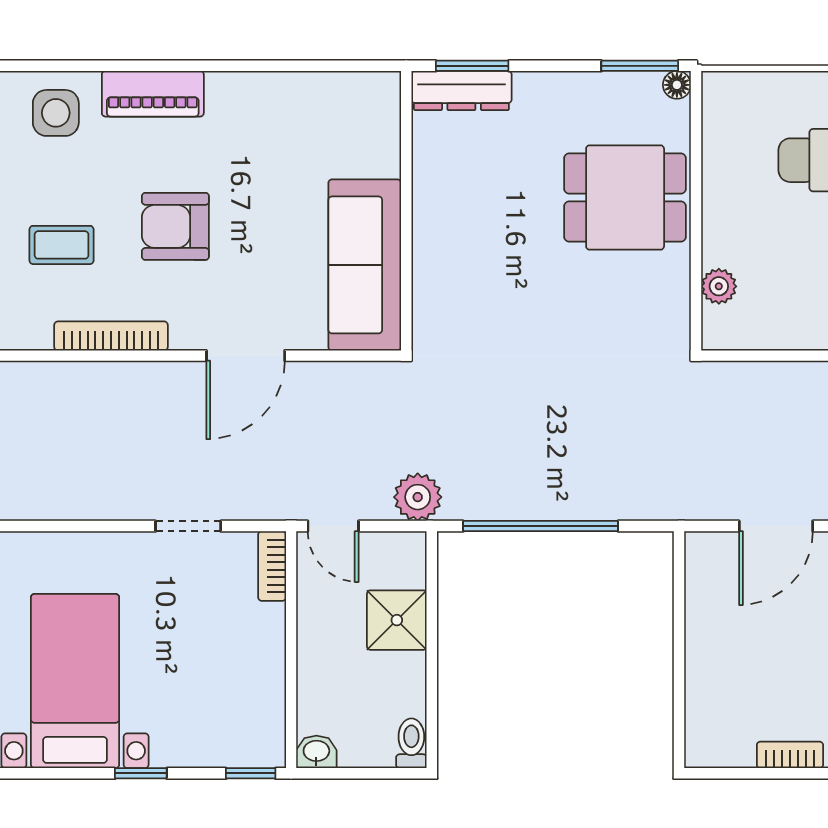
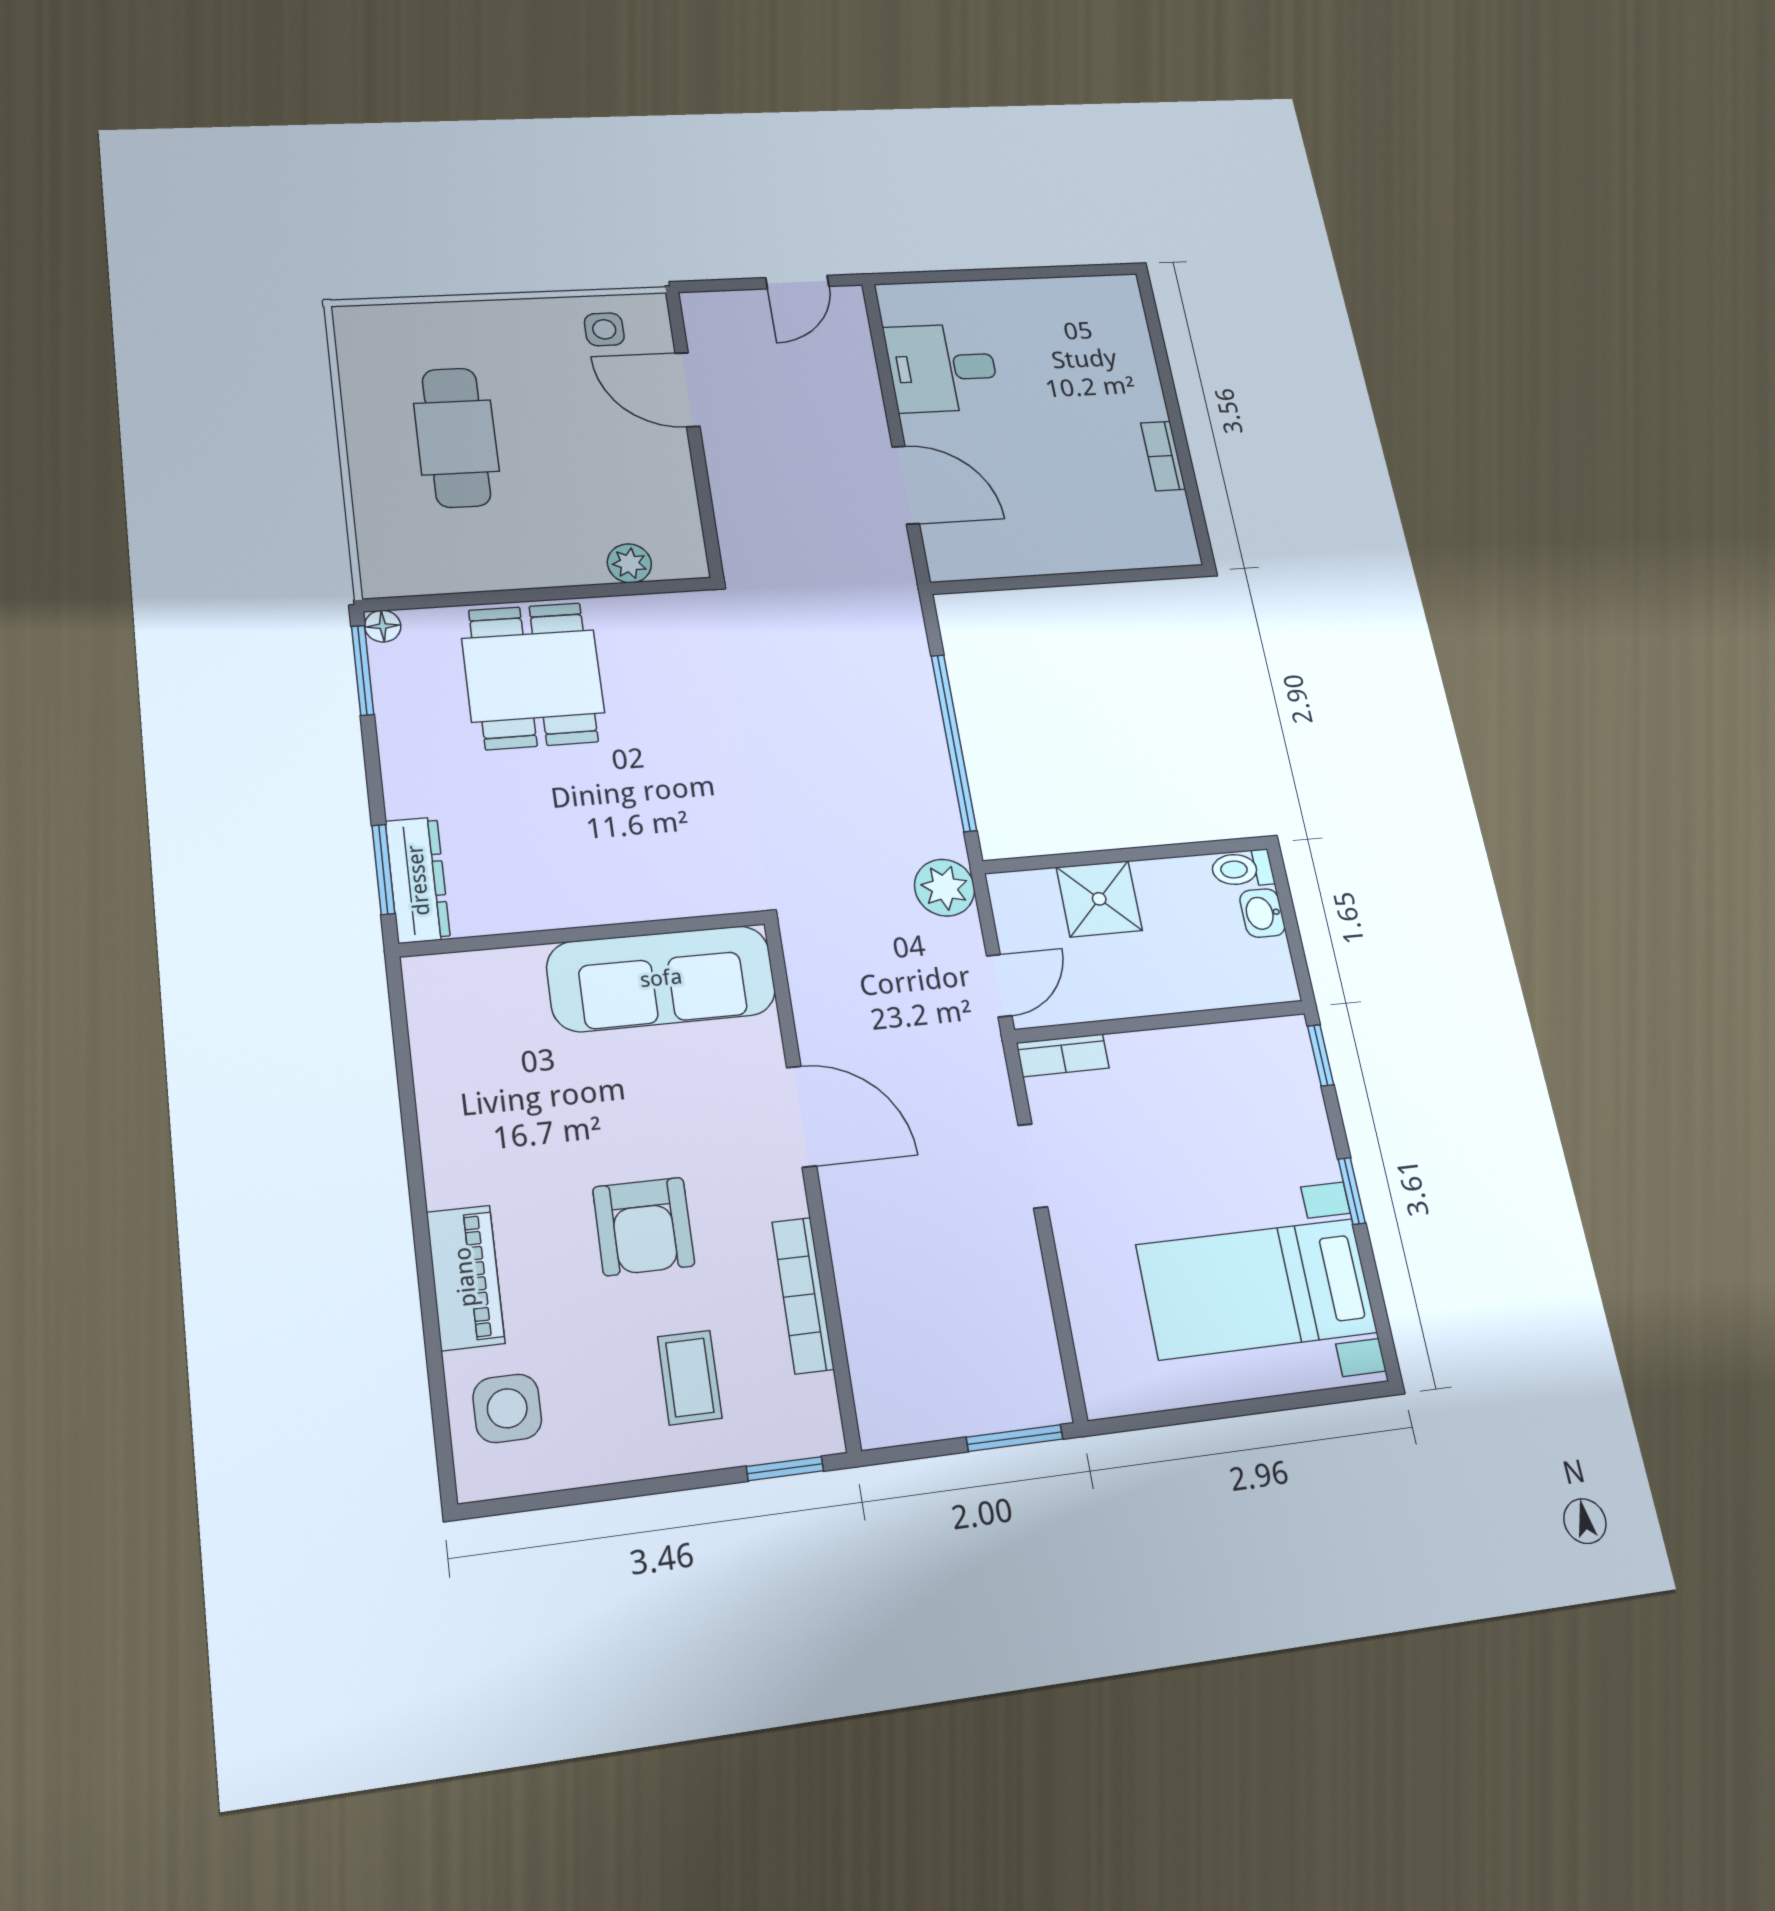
washbasin: (316, 752) -> (1262, 913), moved

